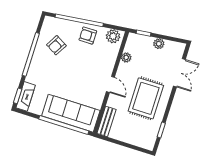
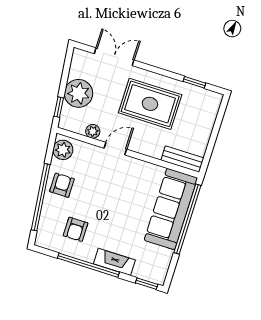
armchair: (88, 36) -> (62, 185), turned 180
plant: (159, 44) -> (79, 93), width x1.87, depth x1.87
armchair: (56, 45) -> (76, 229), turned 60
door: (110, 84) -> (115, 149), moved
fireplace: (26, 96) -> (114, 262), moved

